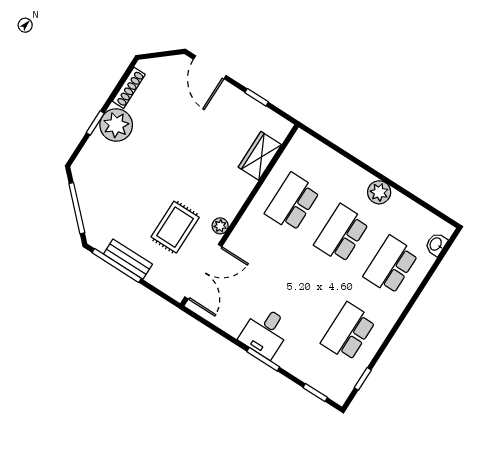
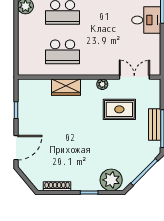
plant: (116, 125) -> (111, 180), moved
wardrobe: (260, 156) -> (66, 87), moved
double door: (203, 272) -> (134, 77), width x0.73

